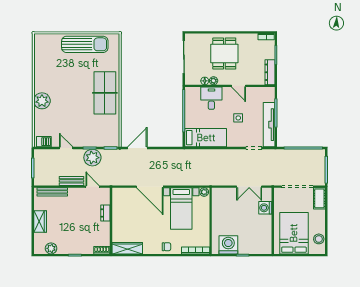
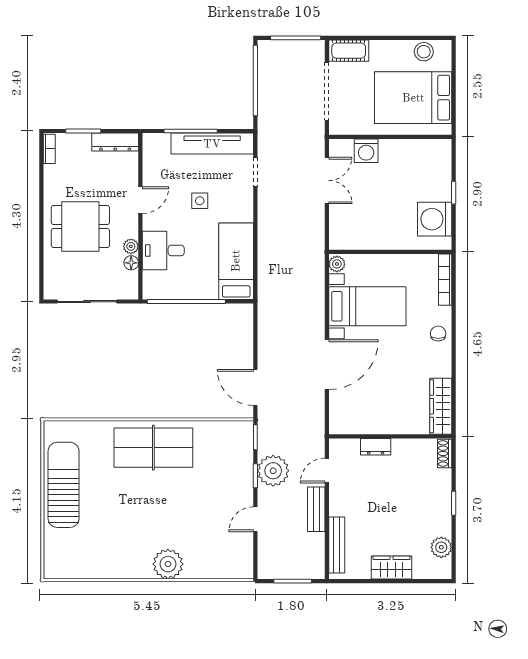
barbecue: (44, 142) -> (244, 561), removed

